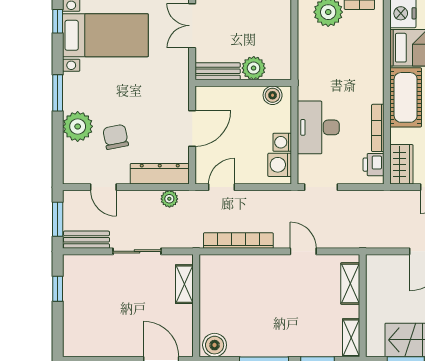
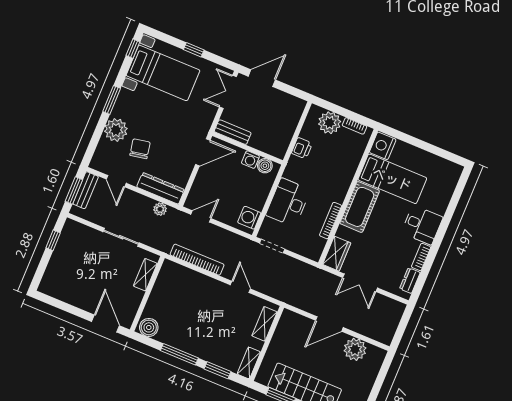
plant: (254, 68) -> (259, 141), removed
door: (192, 129) -> (203, 152), moved
washing machine: (282, 142) -> (250, 160), moved, turned -90
printer: (374, 165) -> (302, 148), moved, turned 180
bench: (86, 240) -> (86, 190), moved, turned 90

